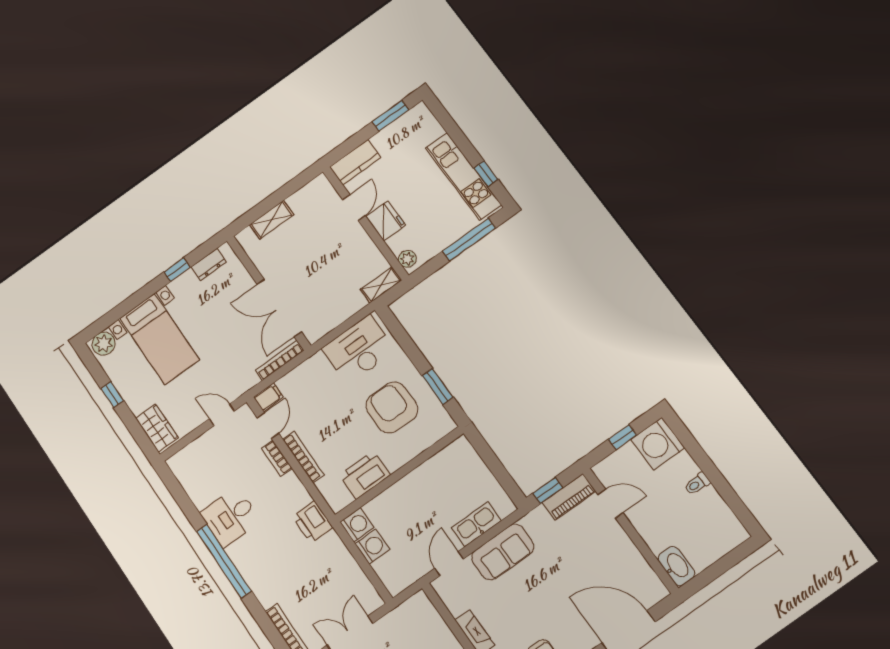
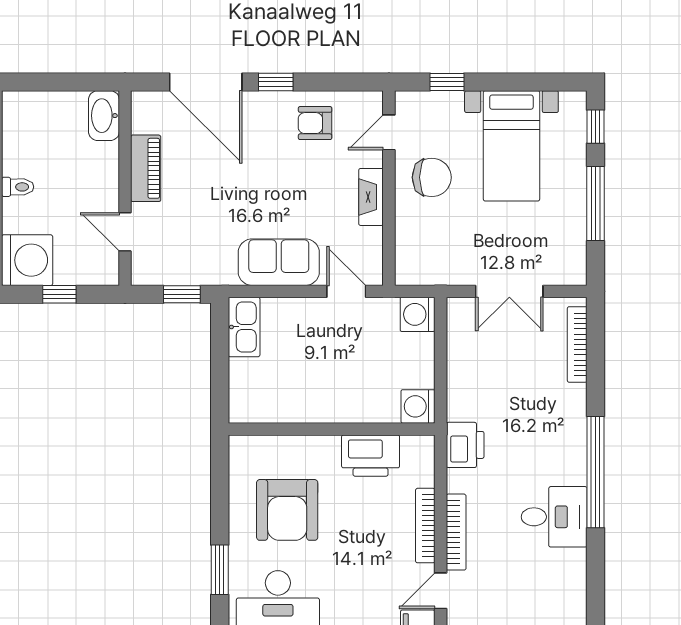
window: (438, 386) -> (220, 570), moved
bookcase: (277, 458) -> (456, 532), width x1.56
piano: (569, 497) -> (146, 168), moved, turned 90
kitchen sink: (476, 524) -> (244, 327), moved, turned -90
washing machine: (372, 547) -> (418, 314), moved
door: (449, 564) -> (346, 291), swing flipped

